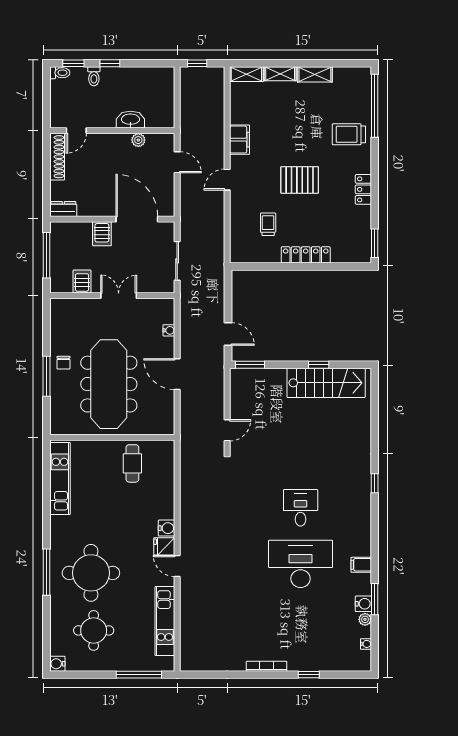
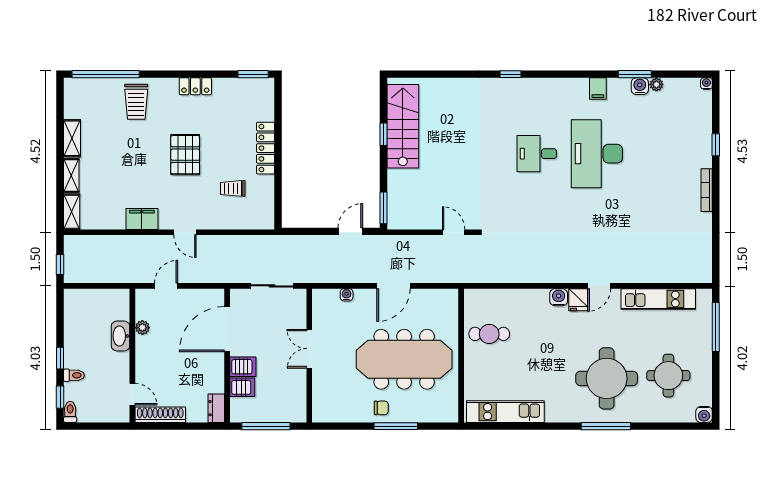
server rack: (82, 282) -> (242, 387), moved, turned 180
water cooler: (366, 644) -> (706, 83), moved

